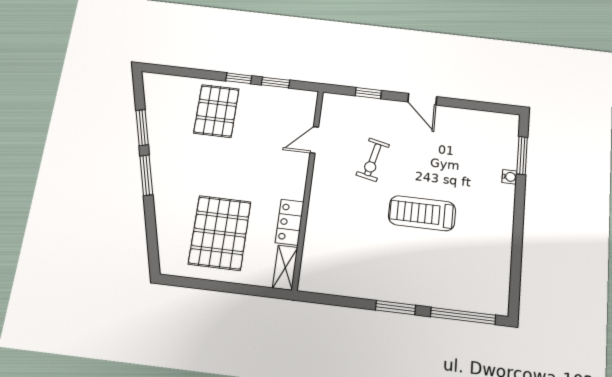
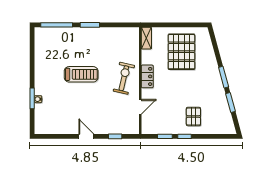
pallet: (216, 111) -> (193, 117), width x0.67, depth x0.71
window: (522, 156) -> (32, 98), moved
exercise bike: (373, 160) -> (124, 78), moved, width x1.38, depth x1.39
locker: (290, 222) -> (147, 76), moved

